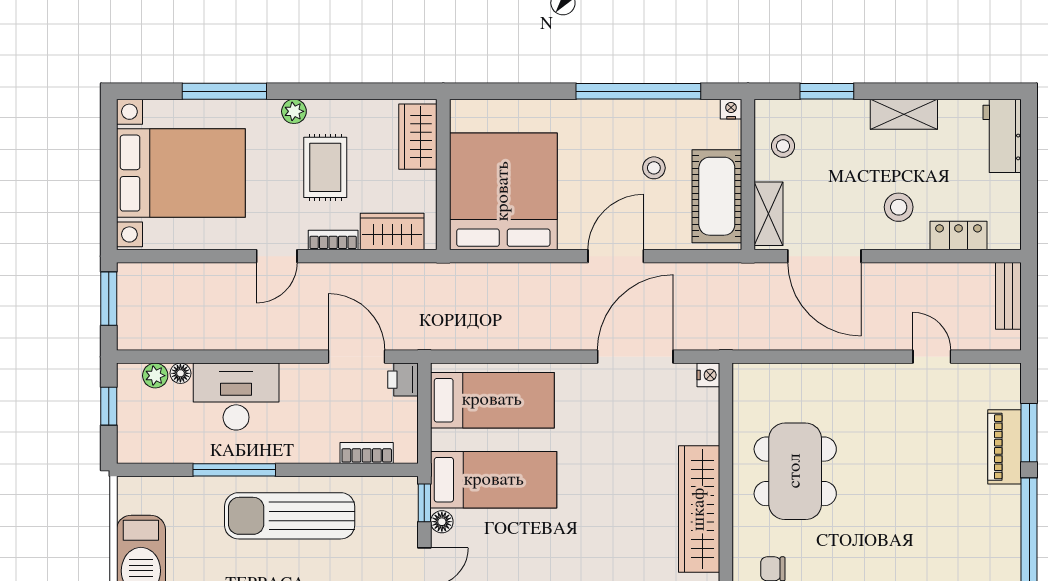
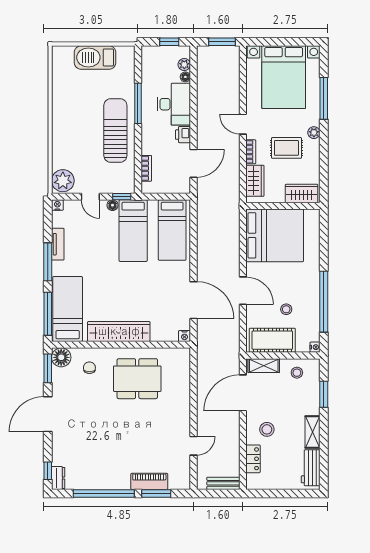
workbench: (1002, 136) -> (311, 468), moved, turned -90
printer: (403, 380) -> (183, 135), moved, turned -90

